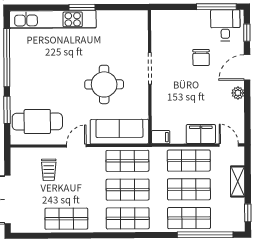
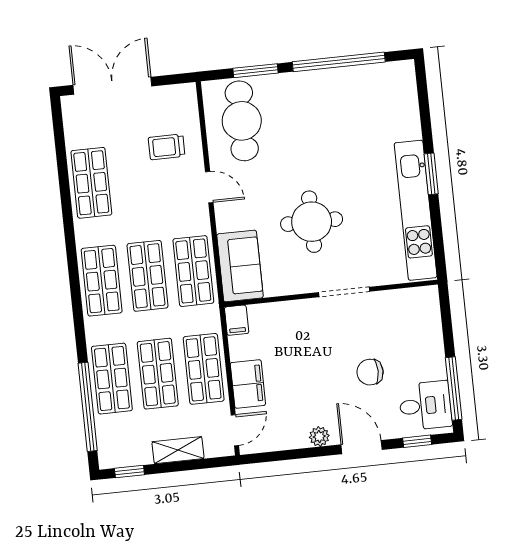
kitchen unit: (53, 19) -> (416, 210), moved
sofa: (119, 132) -> (240, 266), width x0.73

